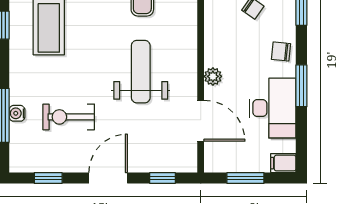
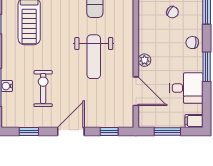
weight bench: (141, 72) -> (94, 57), turned 180
desk: (273, 108) -> (186, 88), width x0.73
exercise bike: (69, 117) -> (43, 89), turned 90

